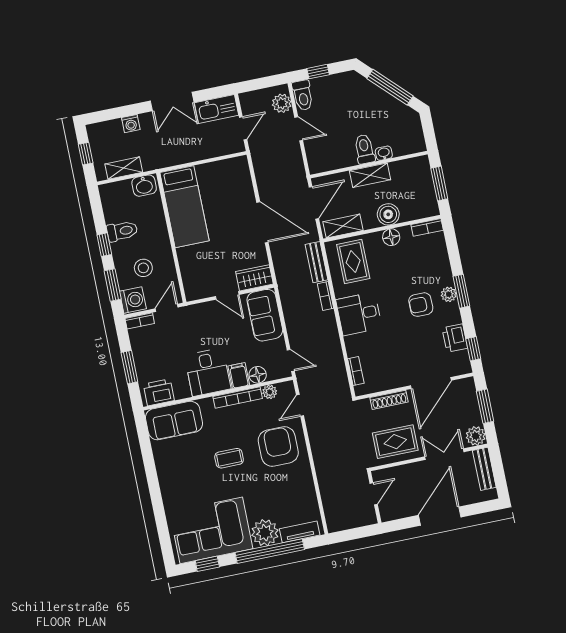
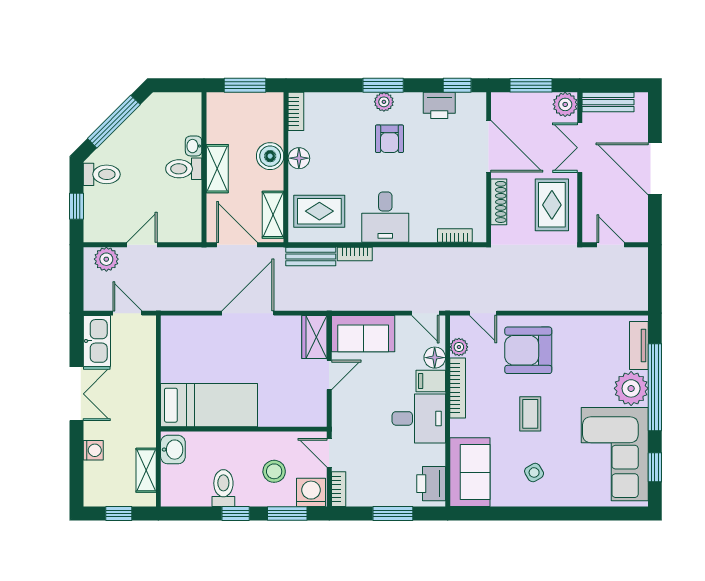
toilet: (303, 95) -> (102, 174), moved
door: (291, 360) -> (425, 313), swing flipped
side table: (184, 471) -> (534, 472), added

